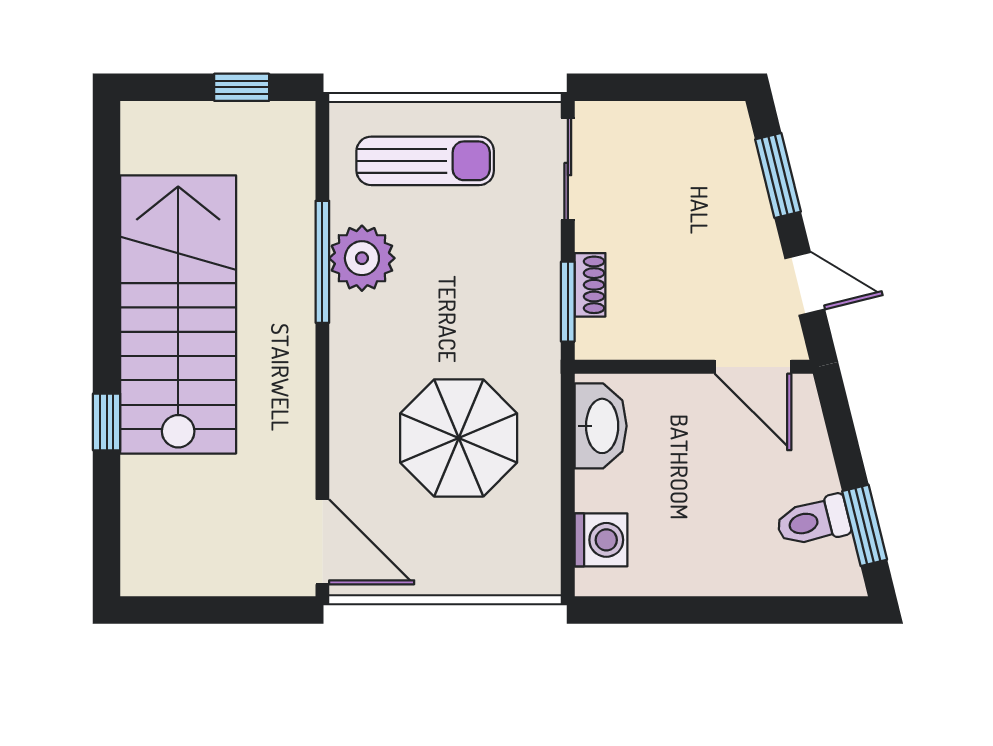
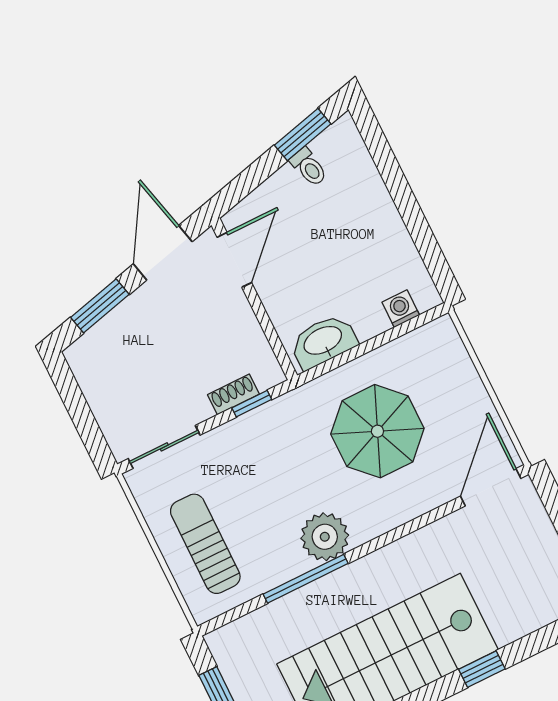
plant: (362, 258) -> (325, 537), moved
door: (805, 284) -> (163, 253), width x1.38
window: (568, 302) -> (252, 404), width x0.67
toilet: (813, 521) -> (309, 167), width x0.73, depth x0.72
washing machine: (601, 540) -> (401, 309), width x0.73, depth x0.73

